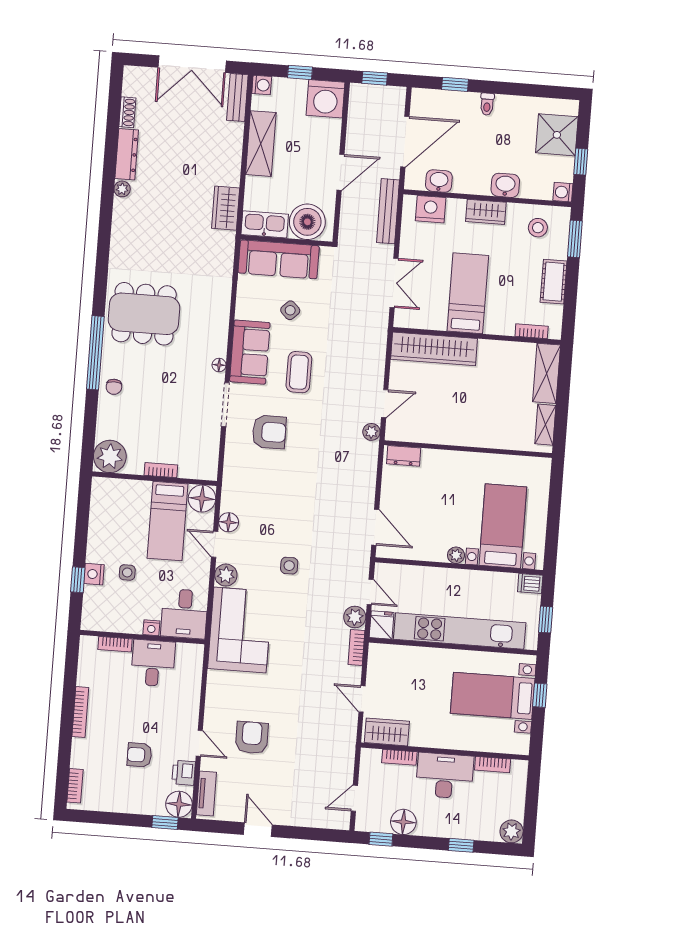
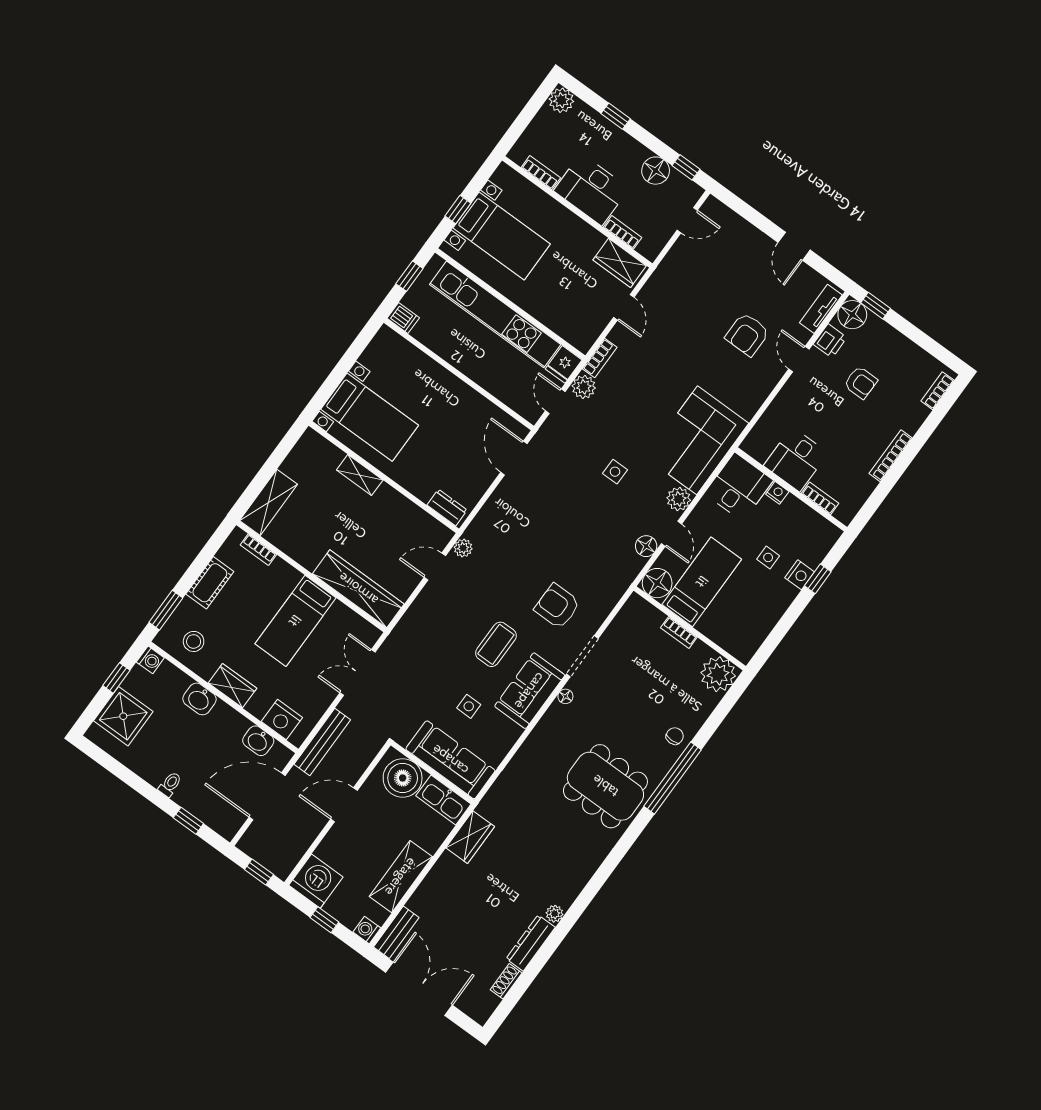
side table: (290, 310) -> (469, 706), turned 45
shelving: (545, 425) -> (360, 475), moved, turned 90
bed with nightstands: (503, 526) -> (370, 417), moved, turned -90
plant: (456, 555) -> (455, 386), removed

